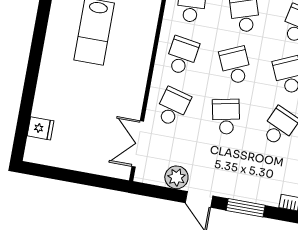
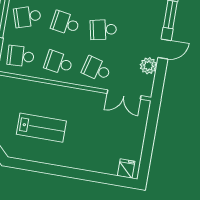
school desk: (235, 65) -> (65, 23), turned 33
fridge: (41, 128) -> (126, 169), moved

